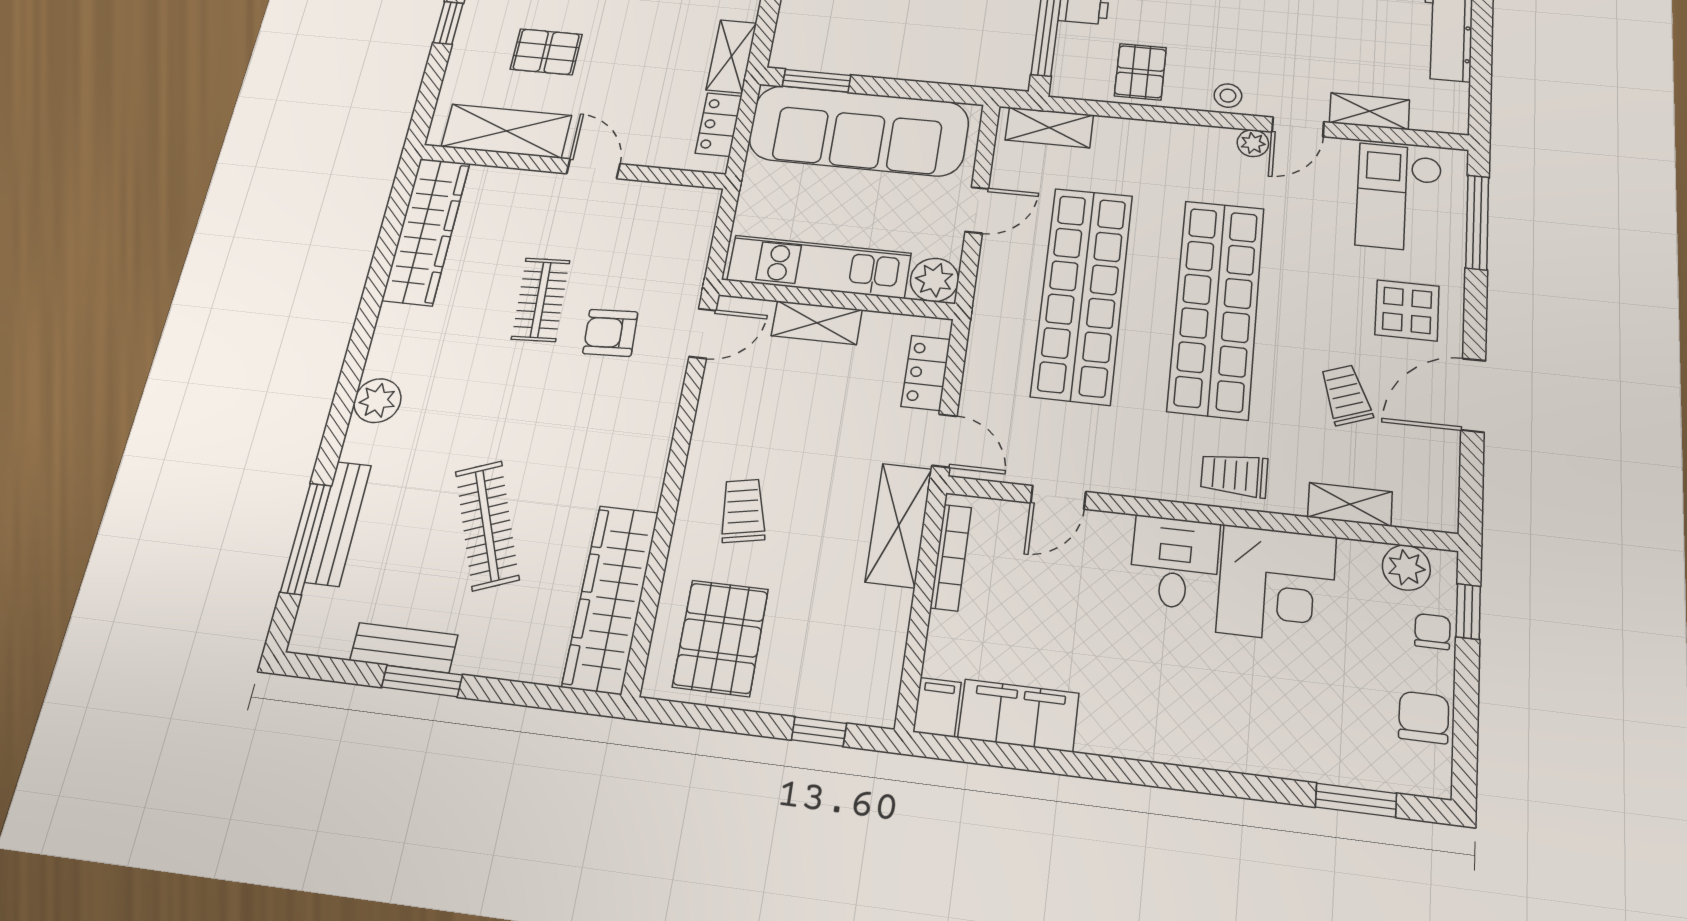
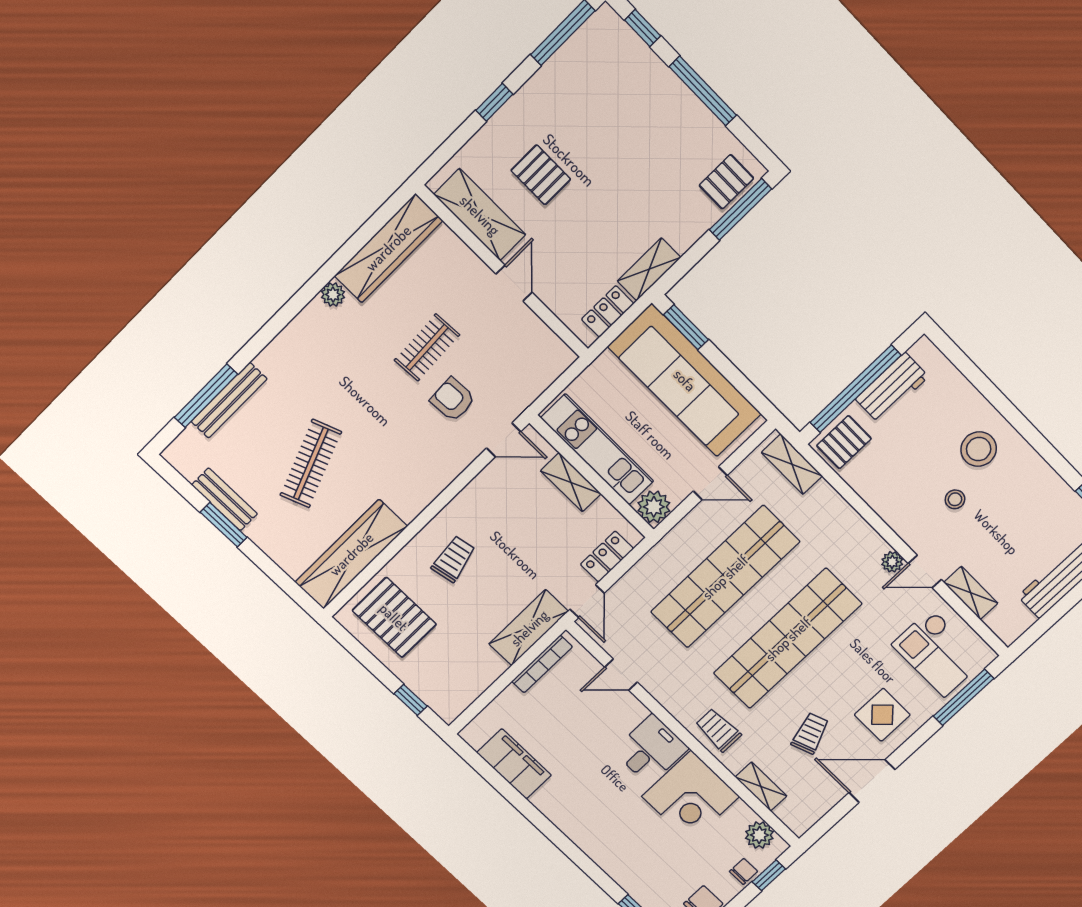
pallet: (1140, 72) -> (844, 442), moved
stool: (1228, 96) -> (955, 499), moved
checkout: (1399, 197) -> (938, 653), turned -90
plant: (377, 401) -> (333, 295), moved, width x0.73, depth x0.73
pallet: (721, 638) -> (394, 617), turned 90
filing cabinet: (937, 707) -> (478, 731), removed

